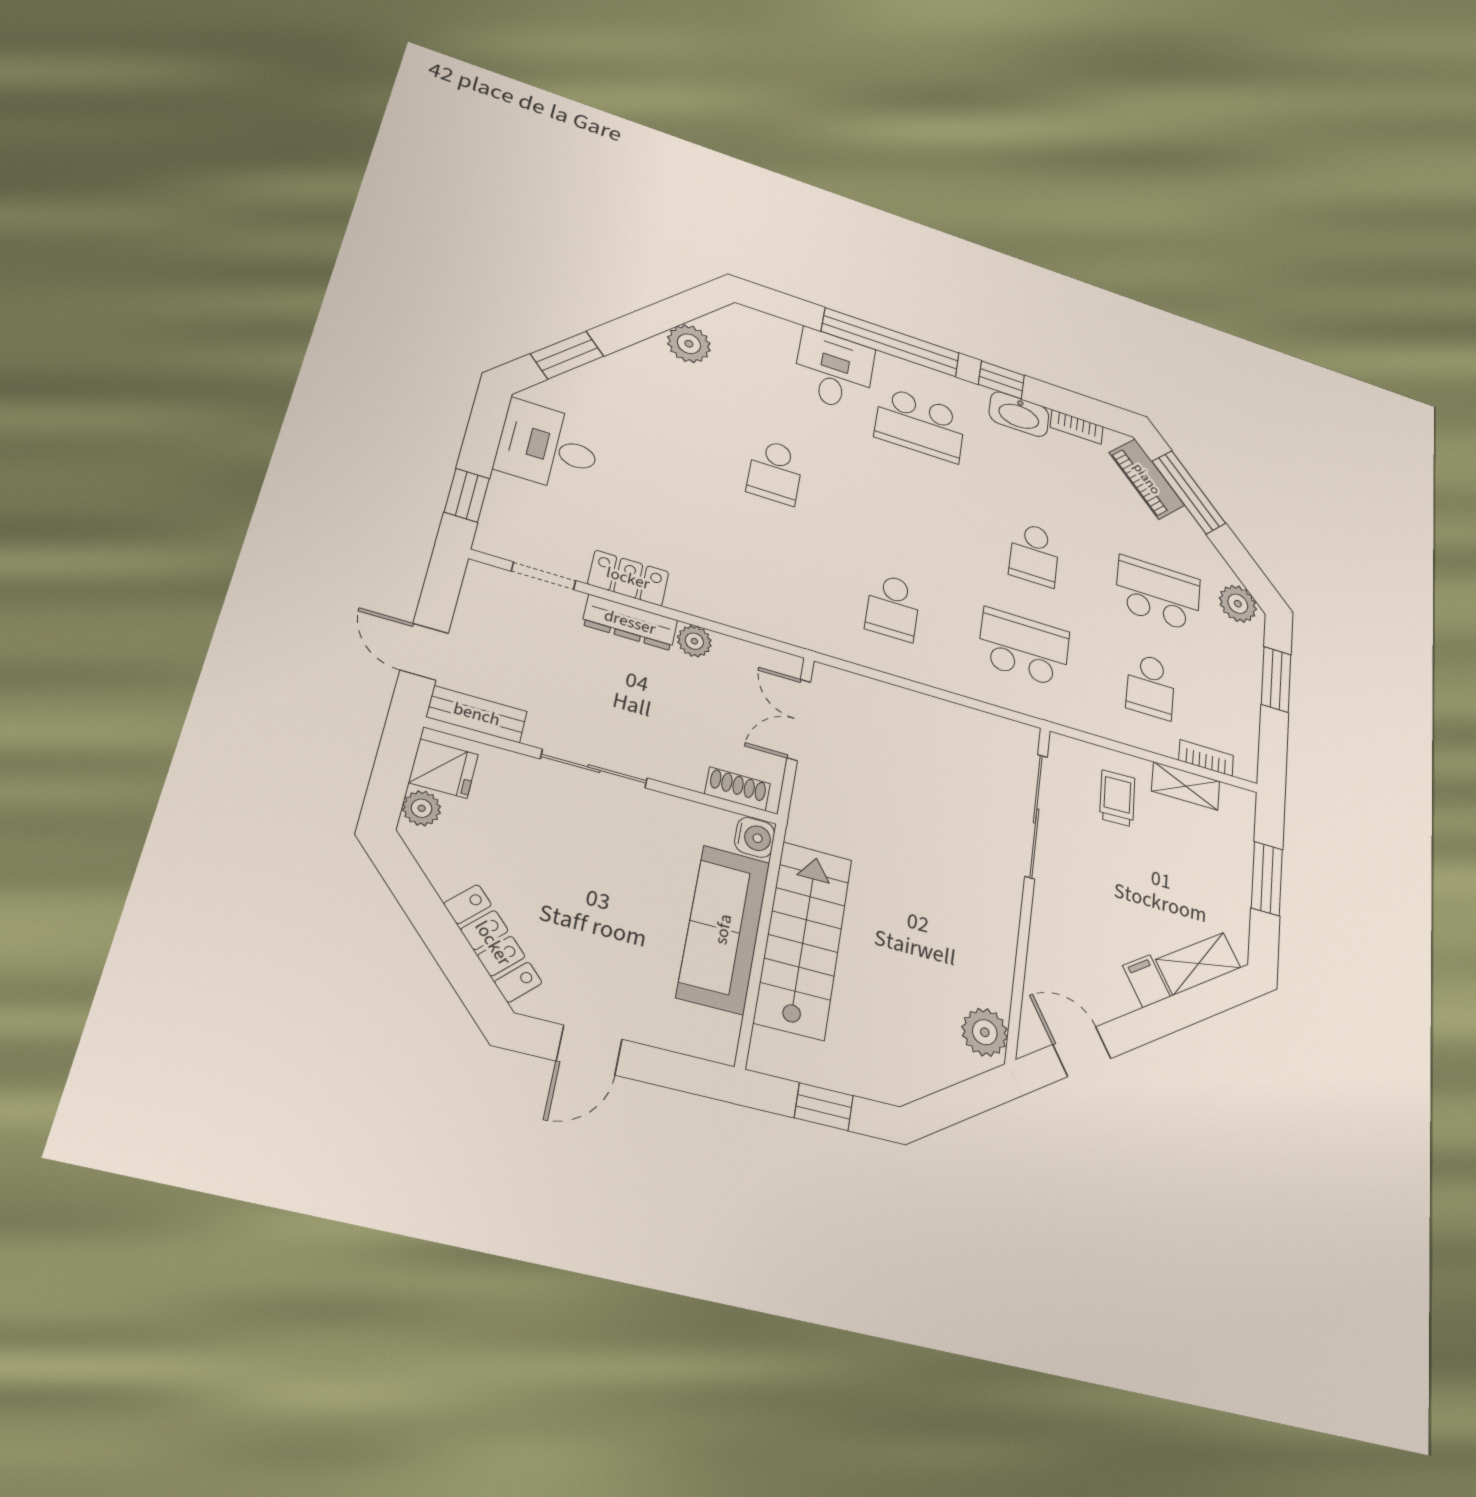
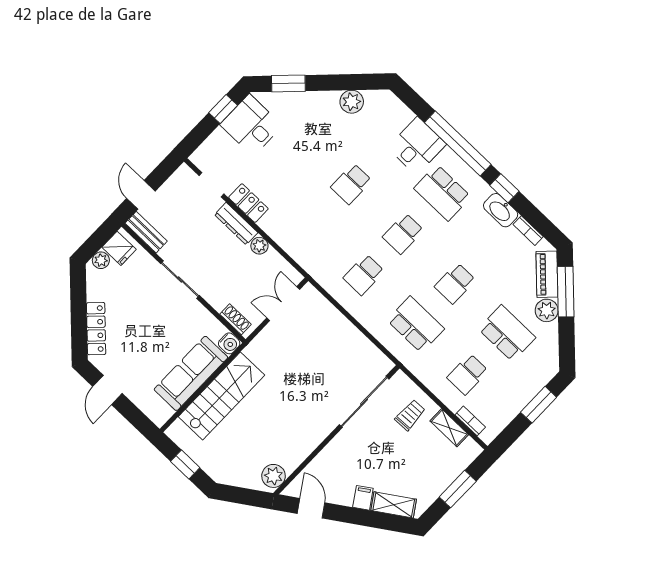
window: (467, 495) -> (223, 109), moved
school desk: (907, 514) -> (403, 234), added
plant: (1238, 604) -> (547, 310), moved
door: (589, 1050) -> (107, 390), hinge flipped

